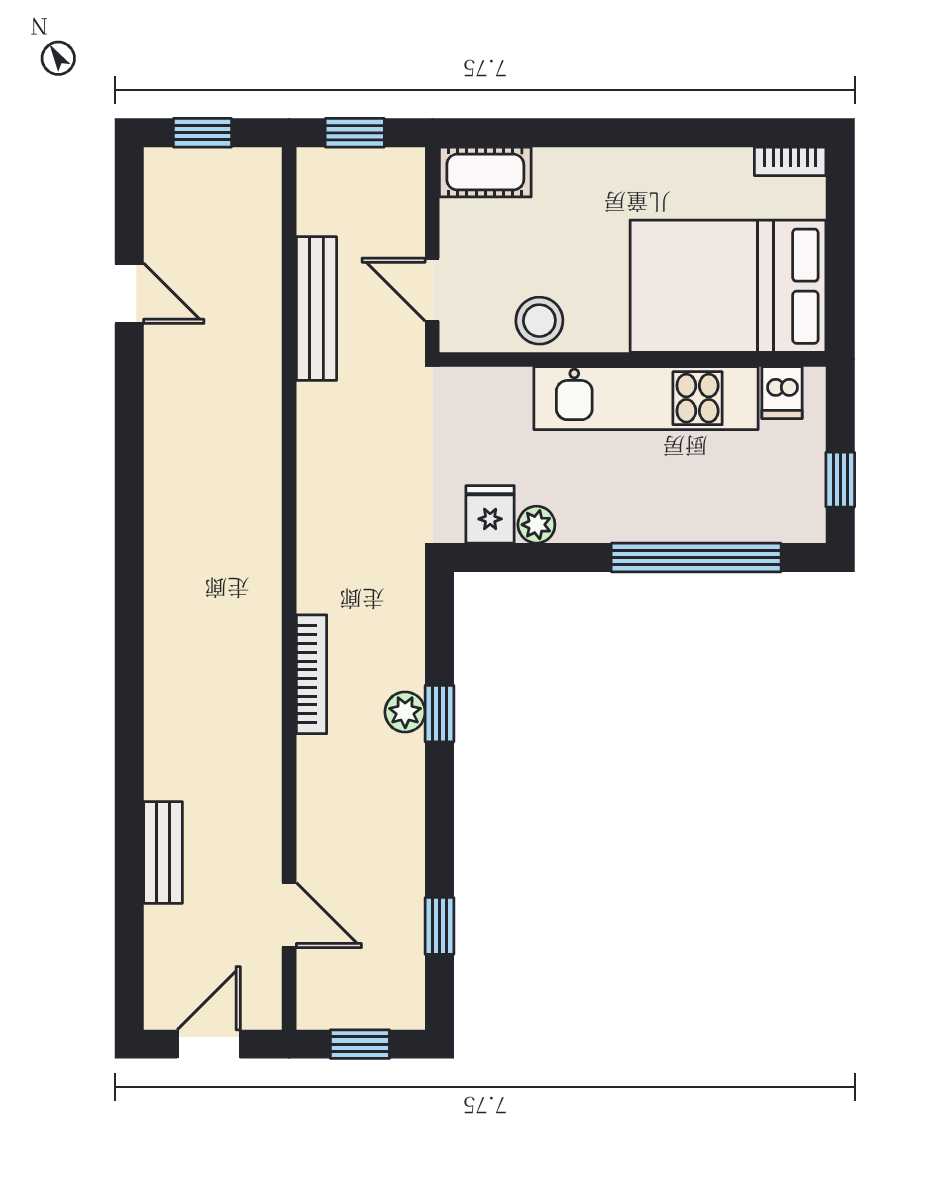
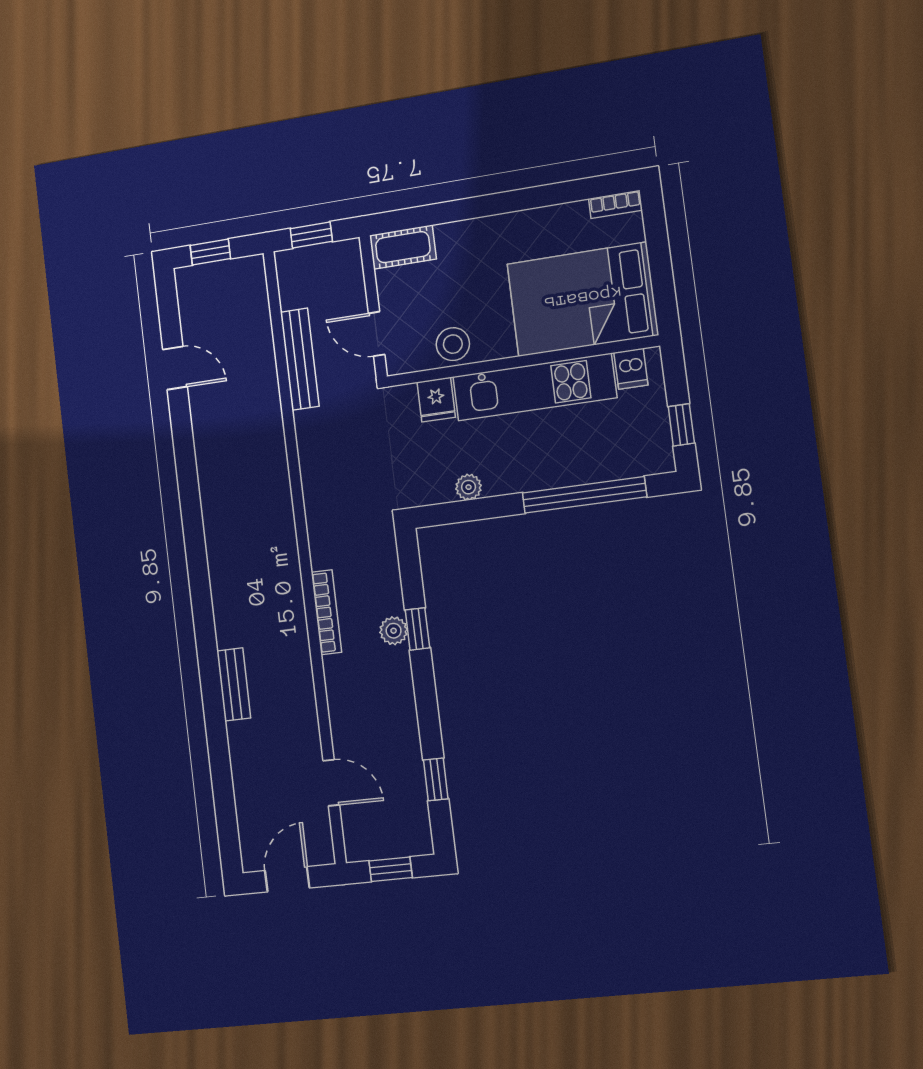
fridge: (490, 514) -> (436, 400), moved, turned 180
bench: (163, 852) -> (234, 684), moved

